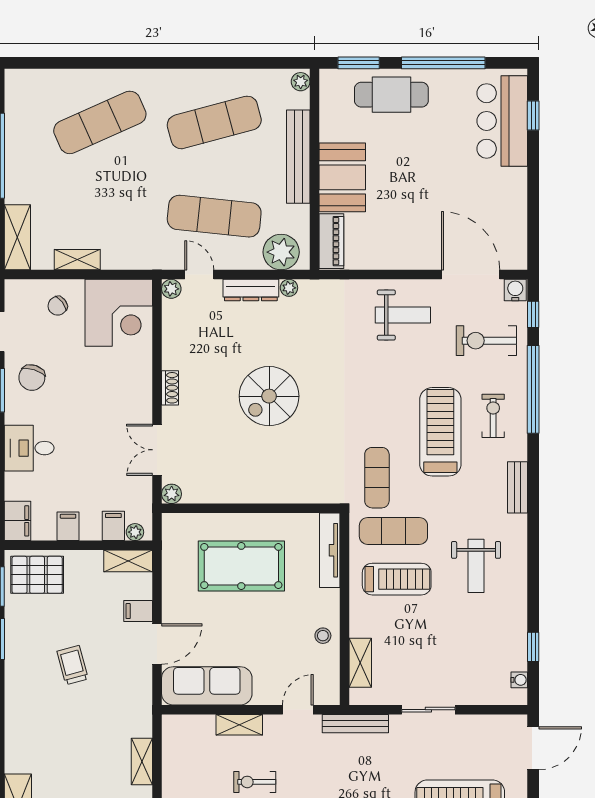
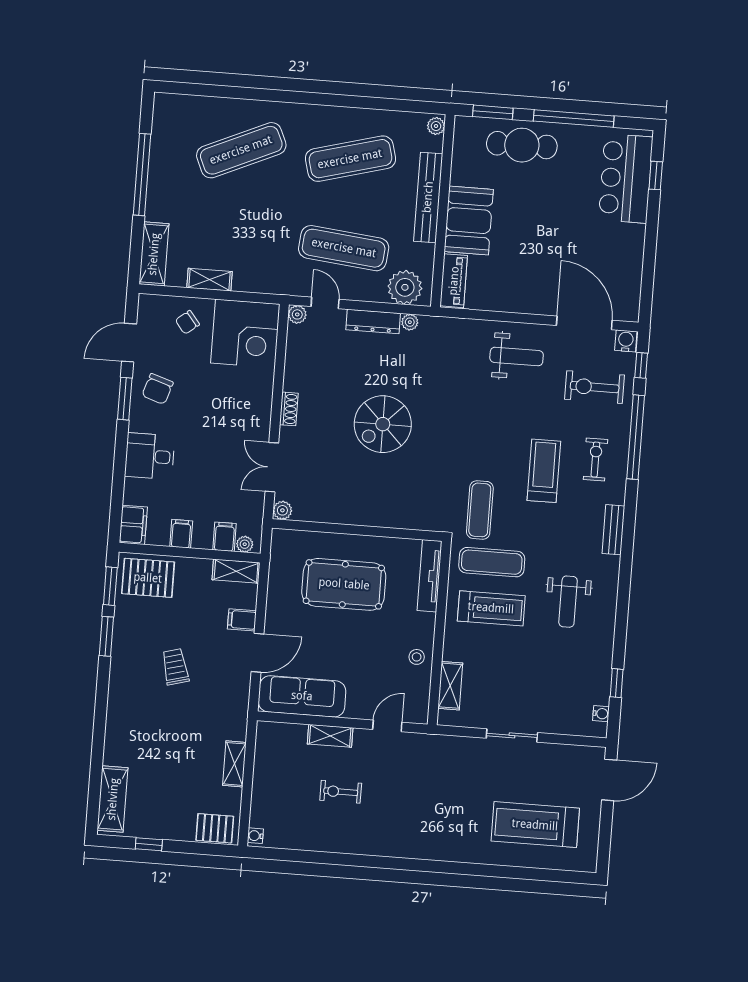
treadmill: (440, 432) -> (544, 471), width x0.73, depth x0.73
bench: (355, 724) -> (441, 743), removed

